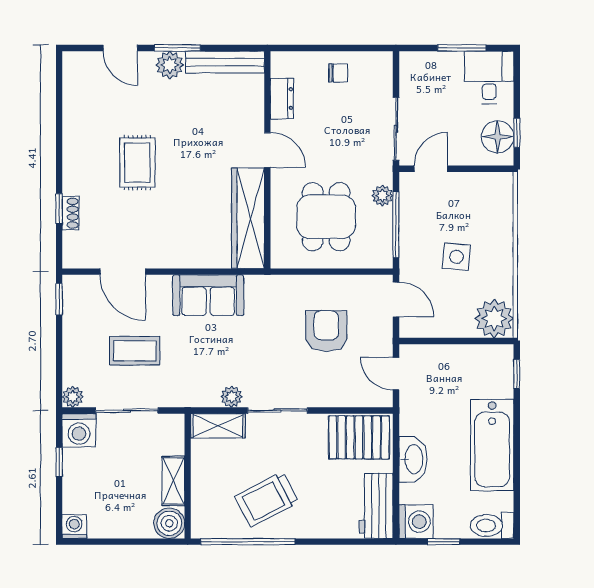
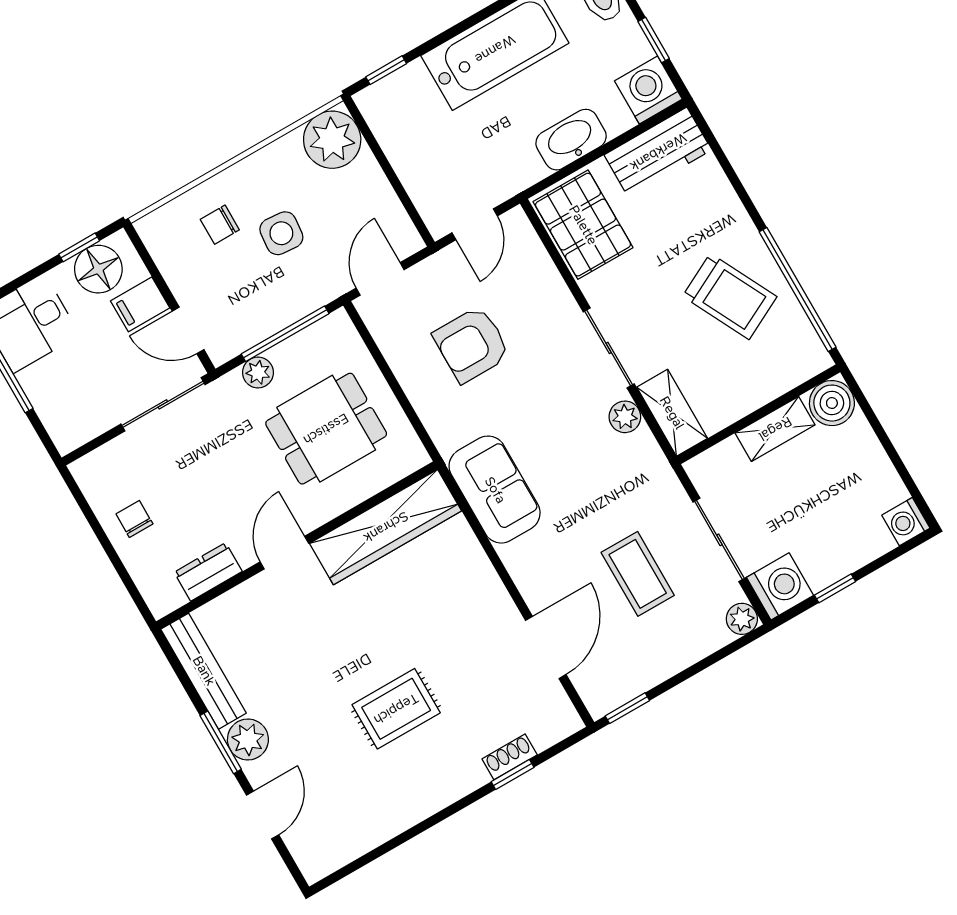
filing cabinet: (463, 149) -> (140, 304), added
chair: (482, 223) -> (220, 225), added
sofa: (208, 295) -> (495, 490), moved

